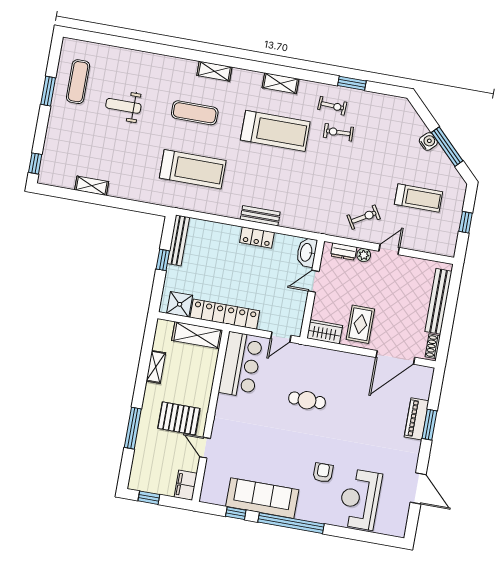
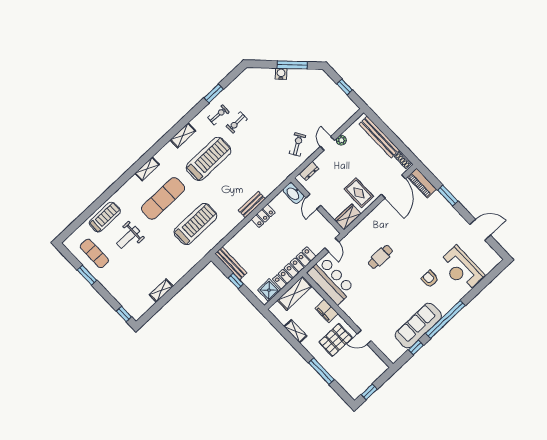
exercise mat: (195, 113) -> (163, 198), width x1.36, depth x1.45
treadmill: (419, 198) -> (105, 217), moved
plant: (364, 255) -> (341, 140), moved
piano: (416, 419) -> (422, 183), moved
filing cabinet: (186, 485) -> (327, 311), moved

